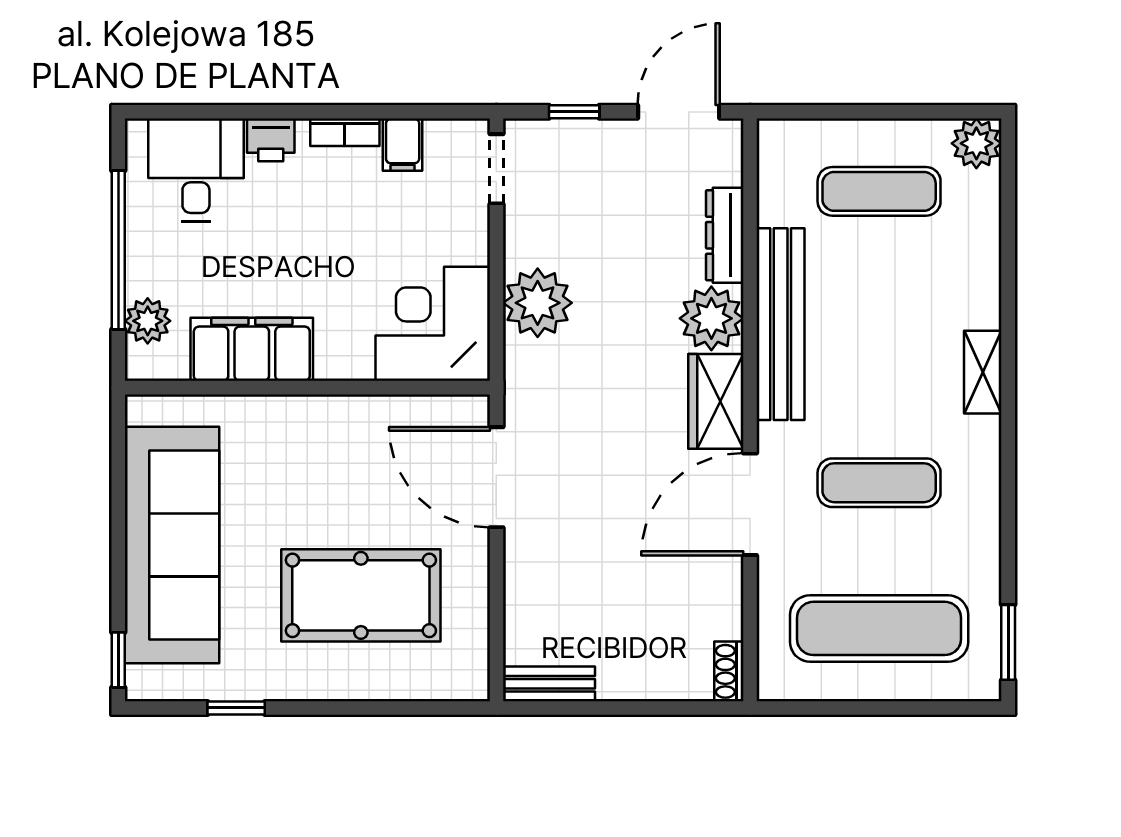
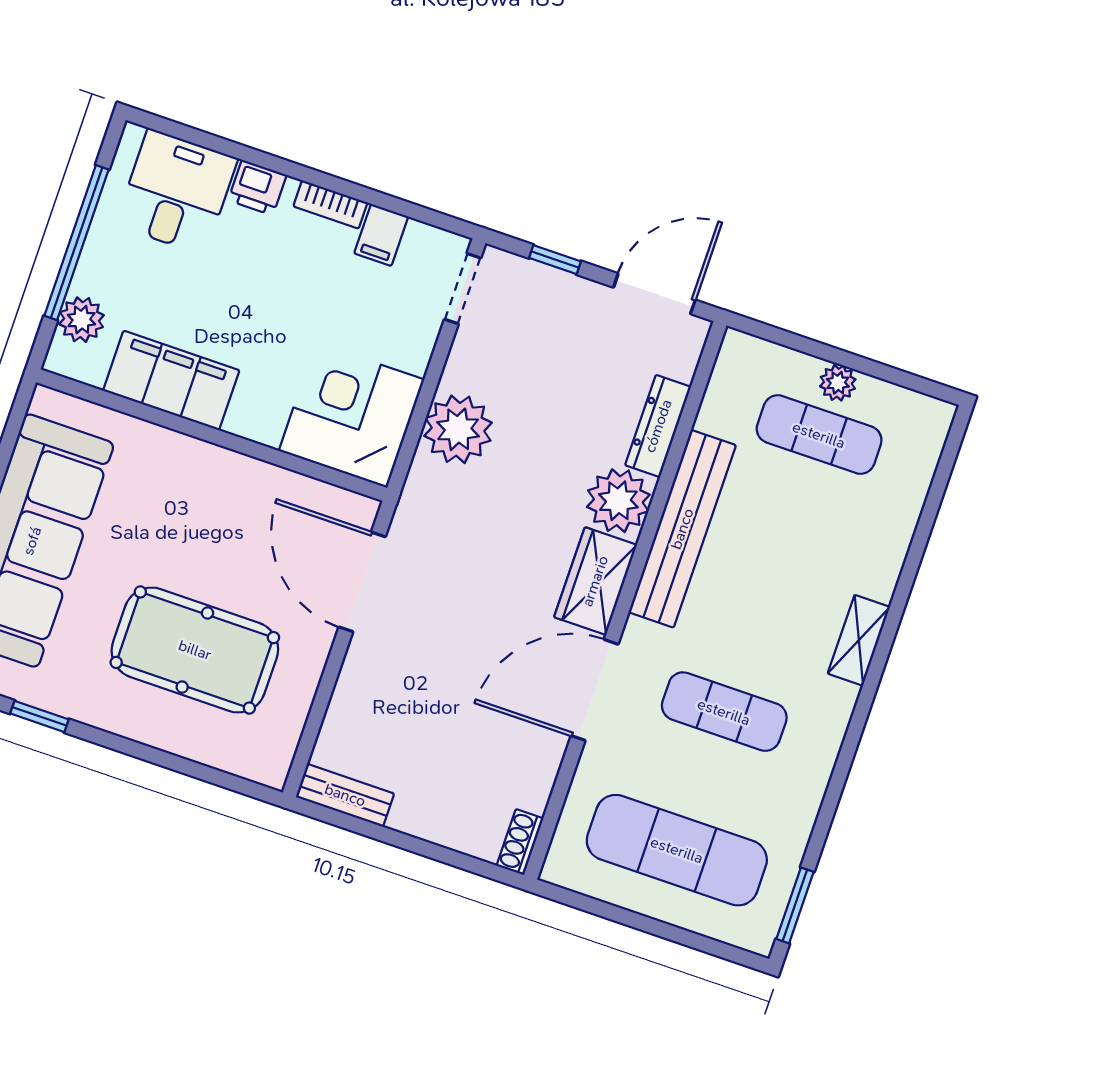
plant: (976, 143) -> (838, 383), moved, width x0.73, depth x0.73

